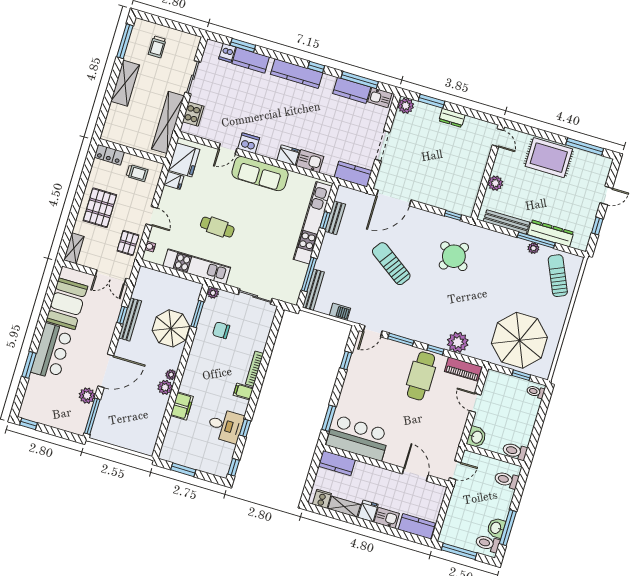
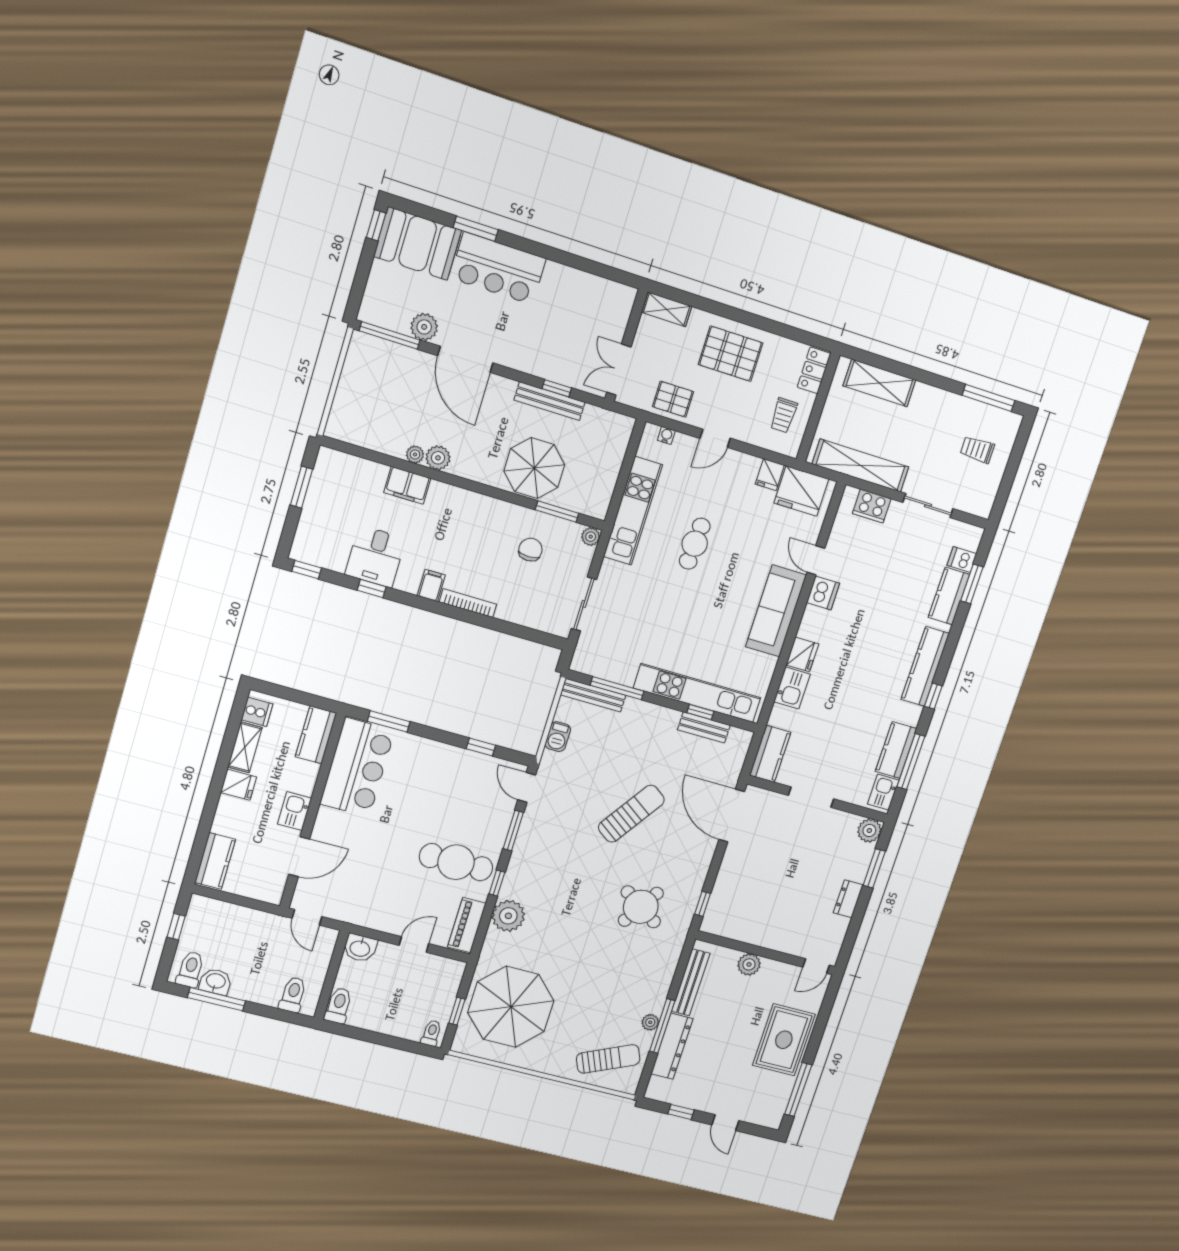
shelving: (125, 83) -> (879, 383), moved
booth: (67, 304) -> (418, 243), moved
plant: (171, 375) -> (415, 454), moved
kitchen sink: (387, 518) -> (294, 811), moved, turned 180
window: (459, 551) -> (176, 927), width x0.46

